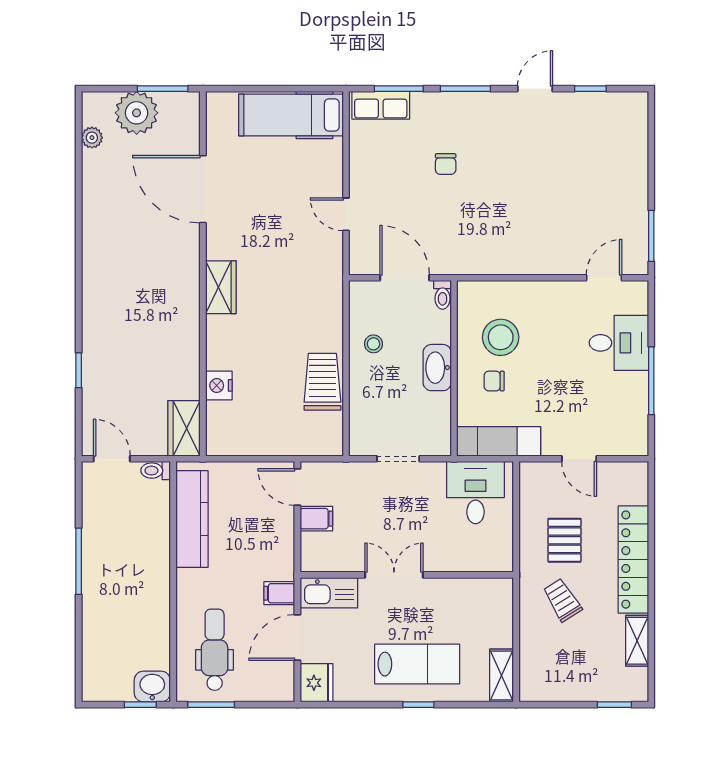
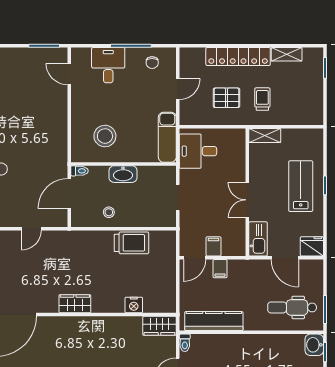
chair: (494, 381) -> (152, 63), moved
trolley: (322, 382) -> (132, 243), turned 180
filing cabinet: (279, 593) -> (220, 269), moved
trolley: (562, 600) -> (262, 99), turned 122
shelving: (502, 675) -> (265, 135), moved

